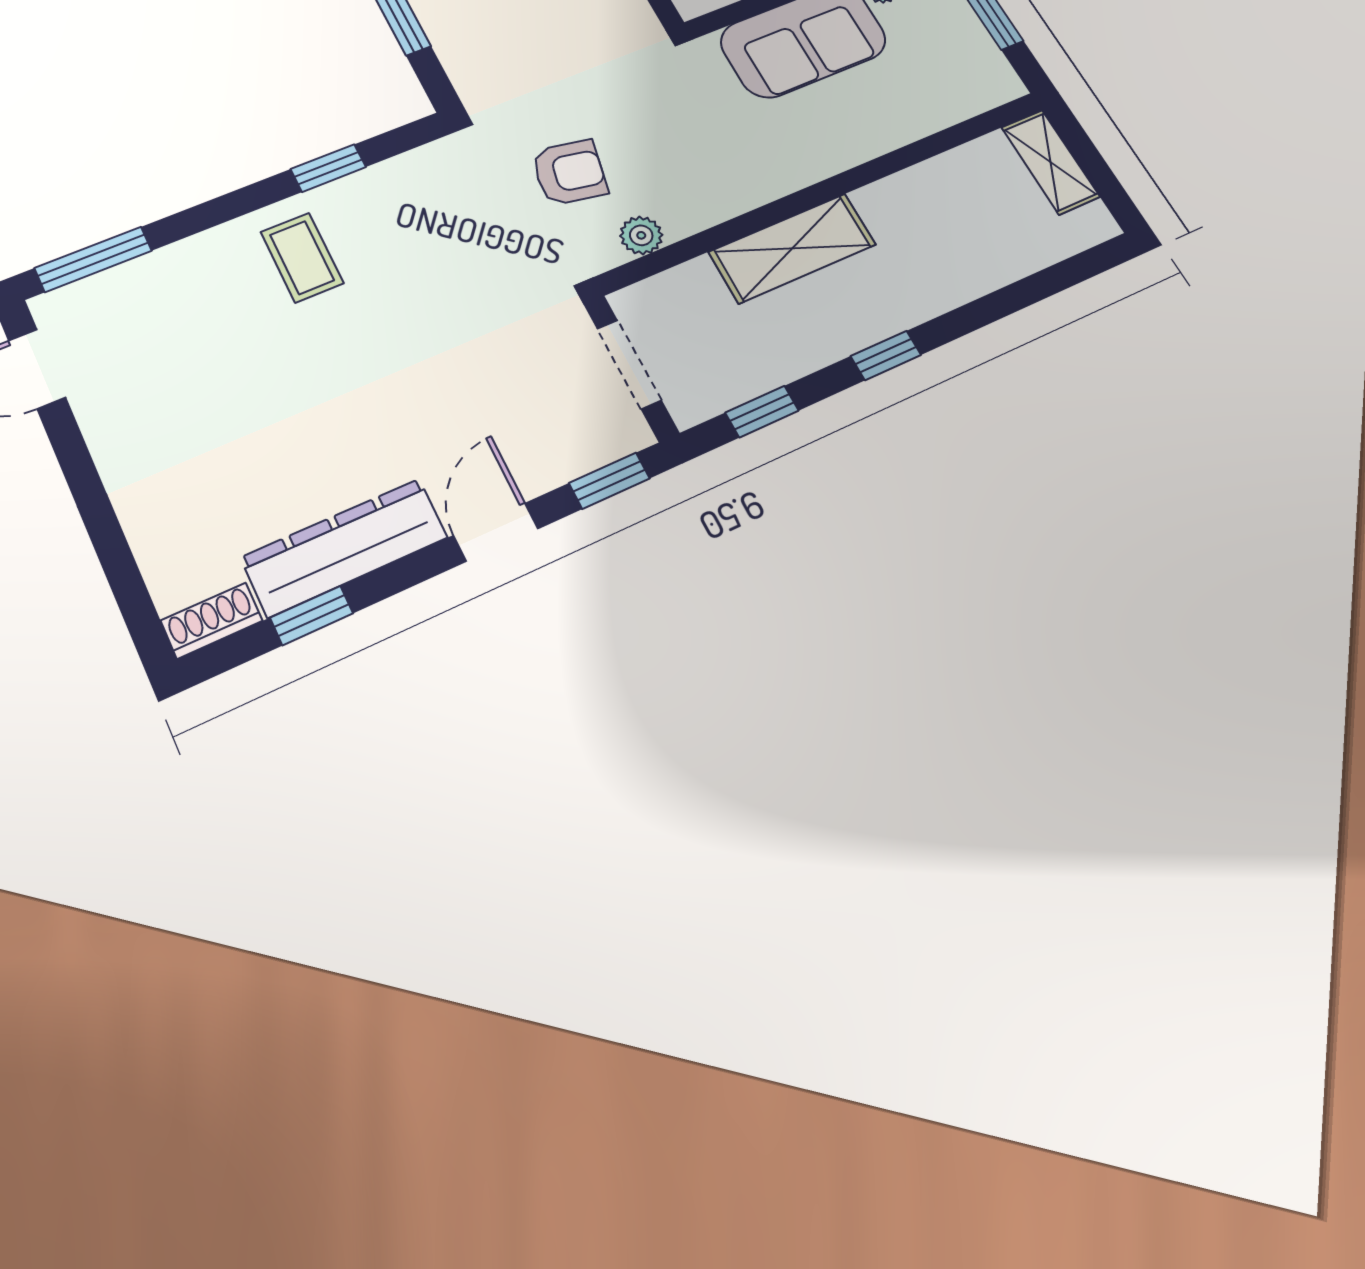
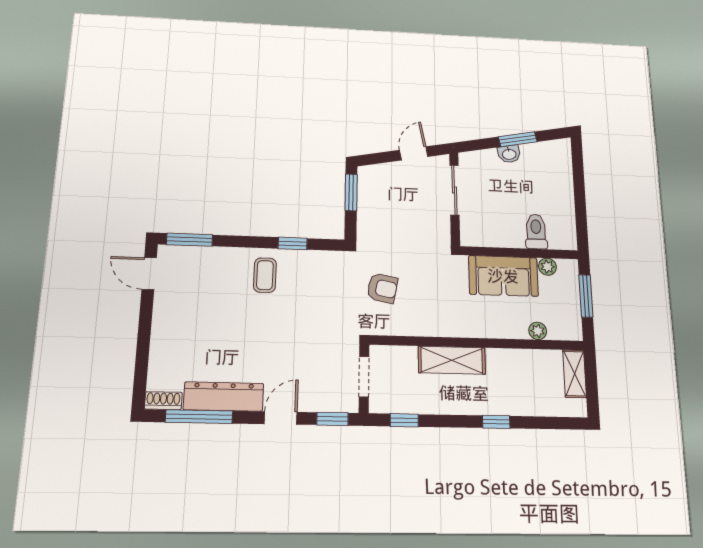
plant: (641, 235) -> (538, 331), moved
window: (886, 356) -> (496, 422), moved
window: (312, 615) -> (199, 417), width x2.17

